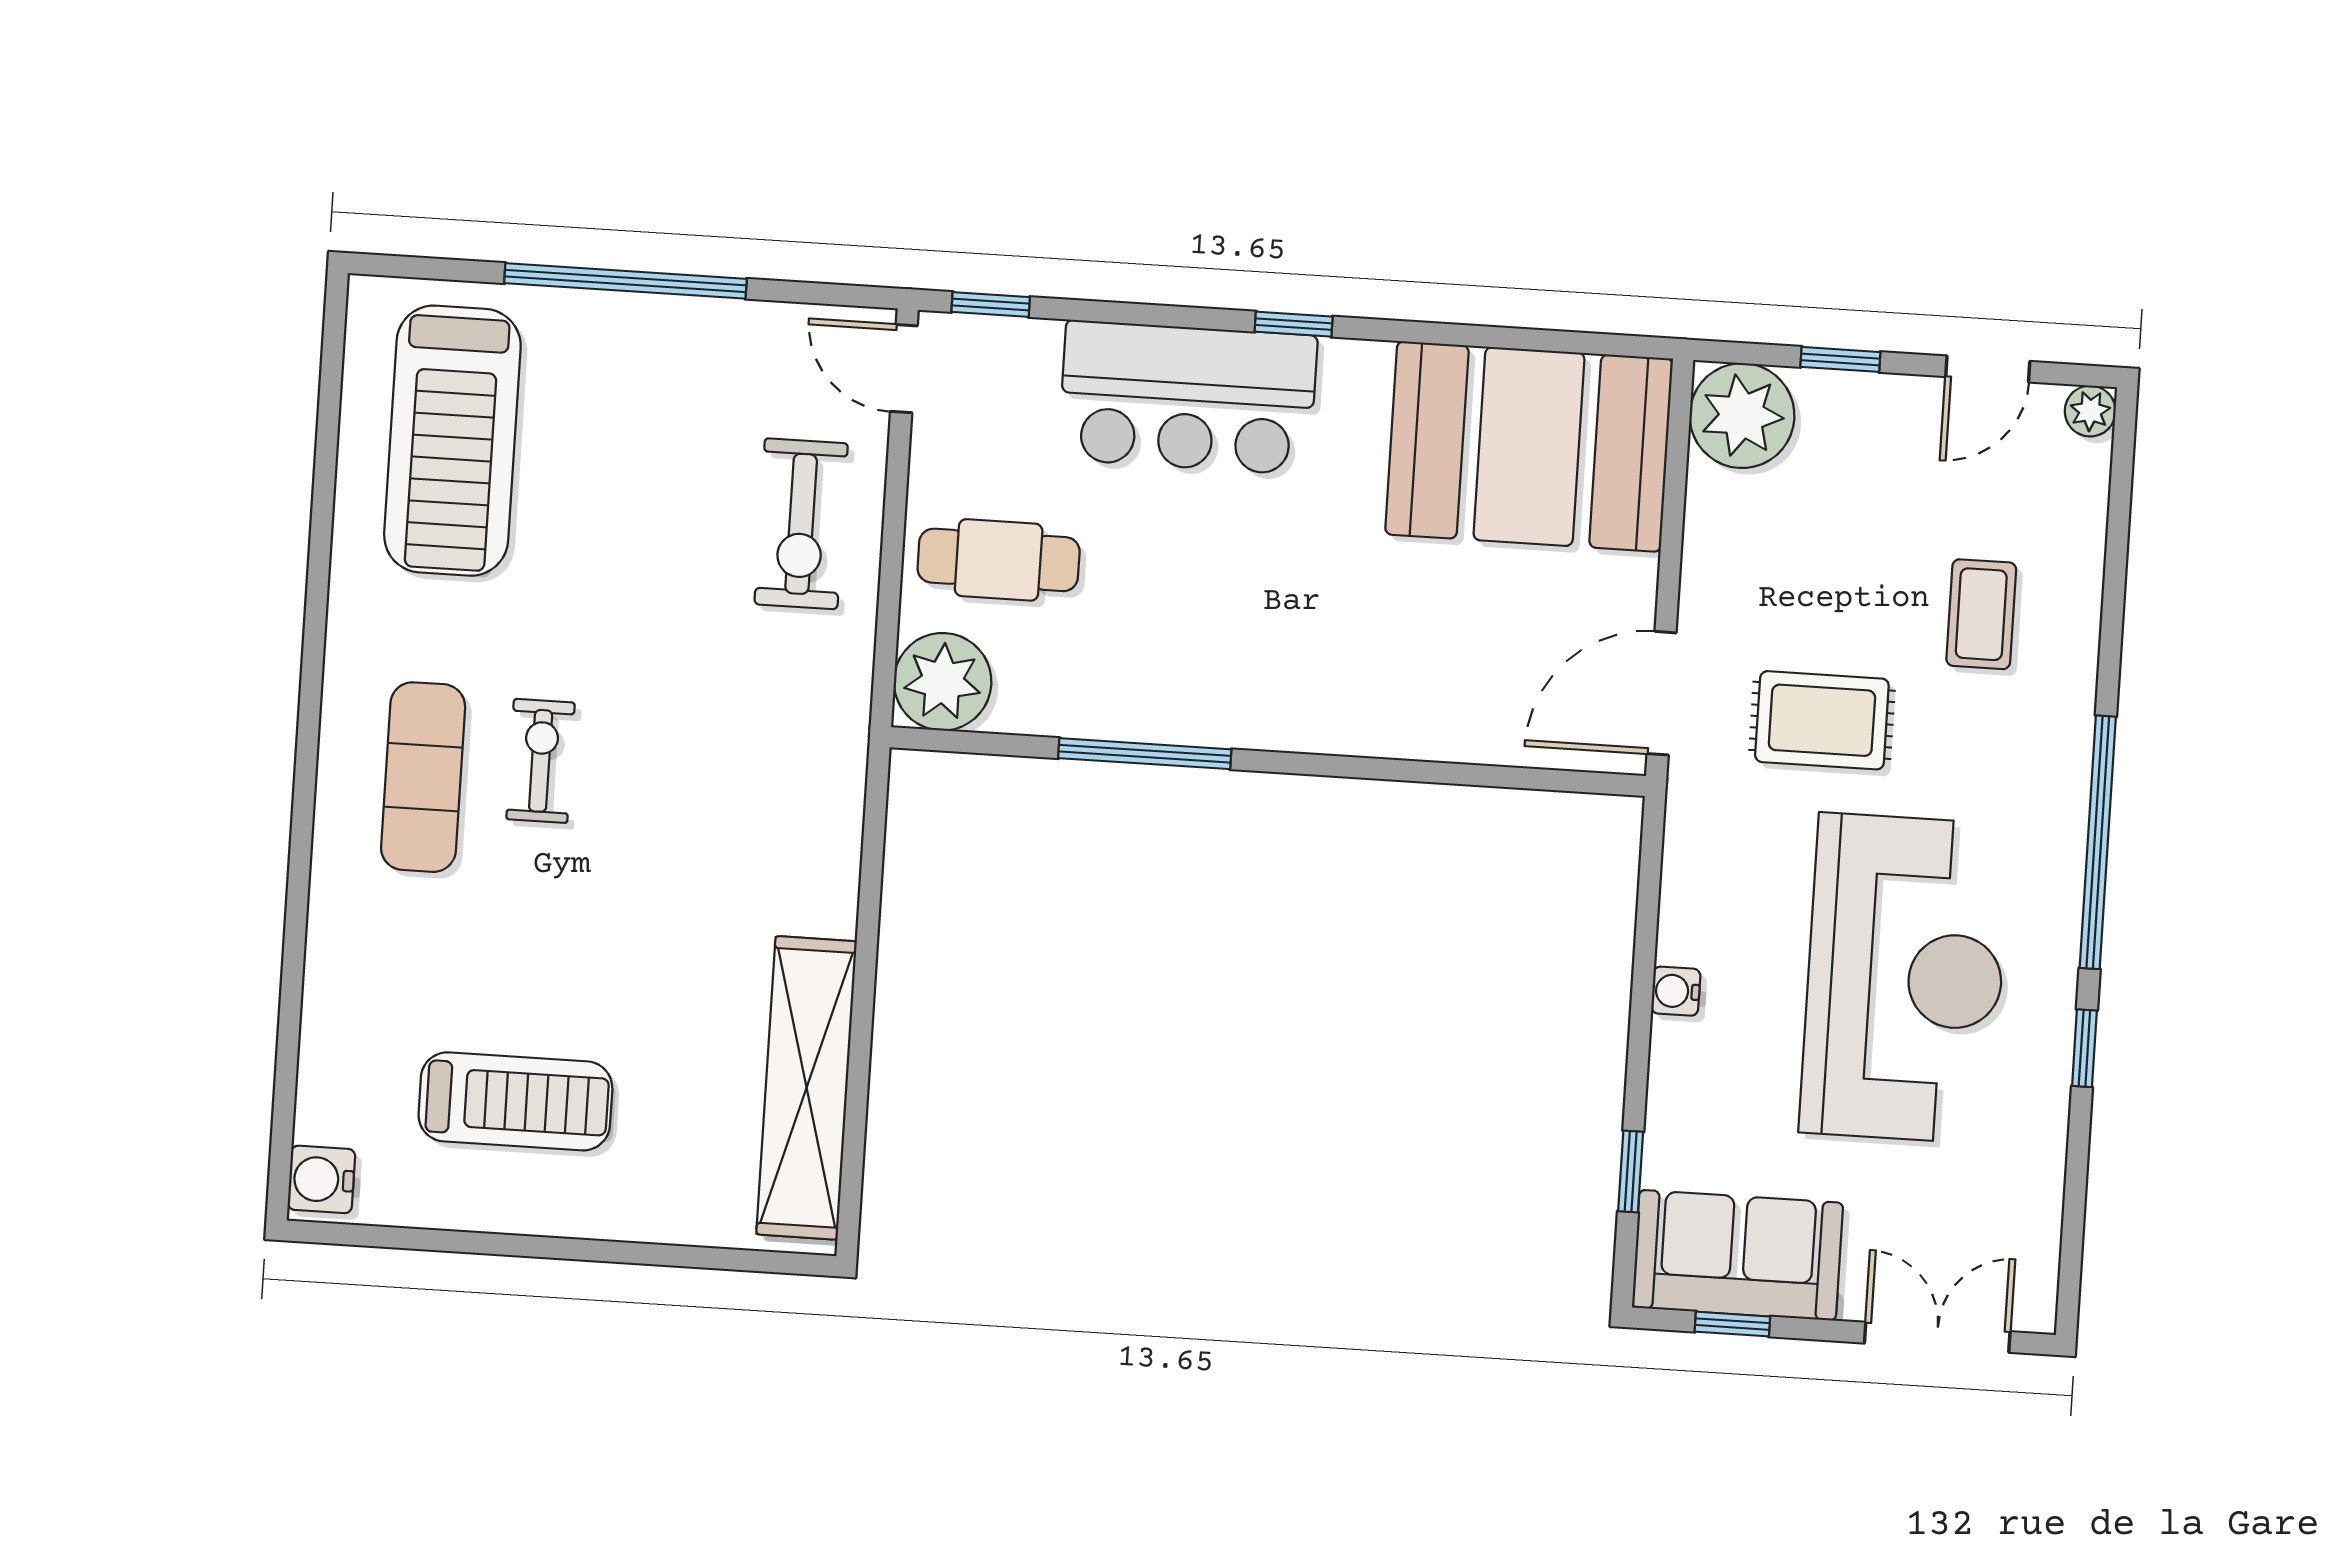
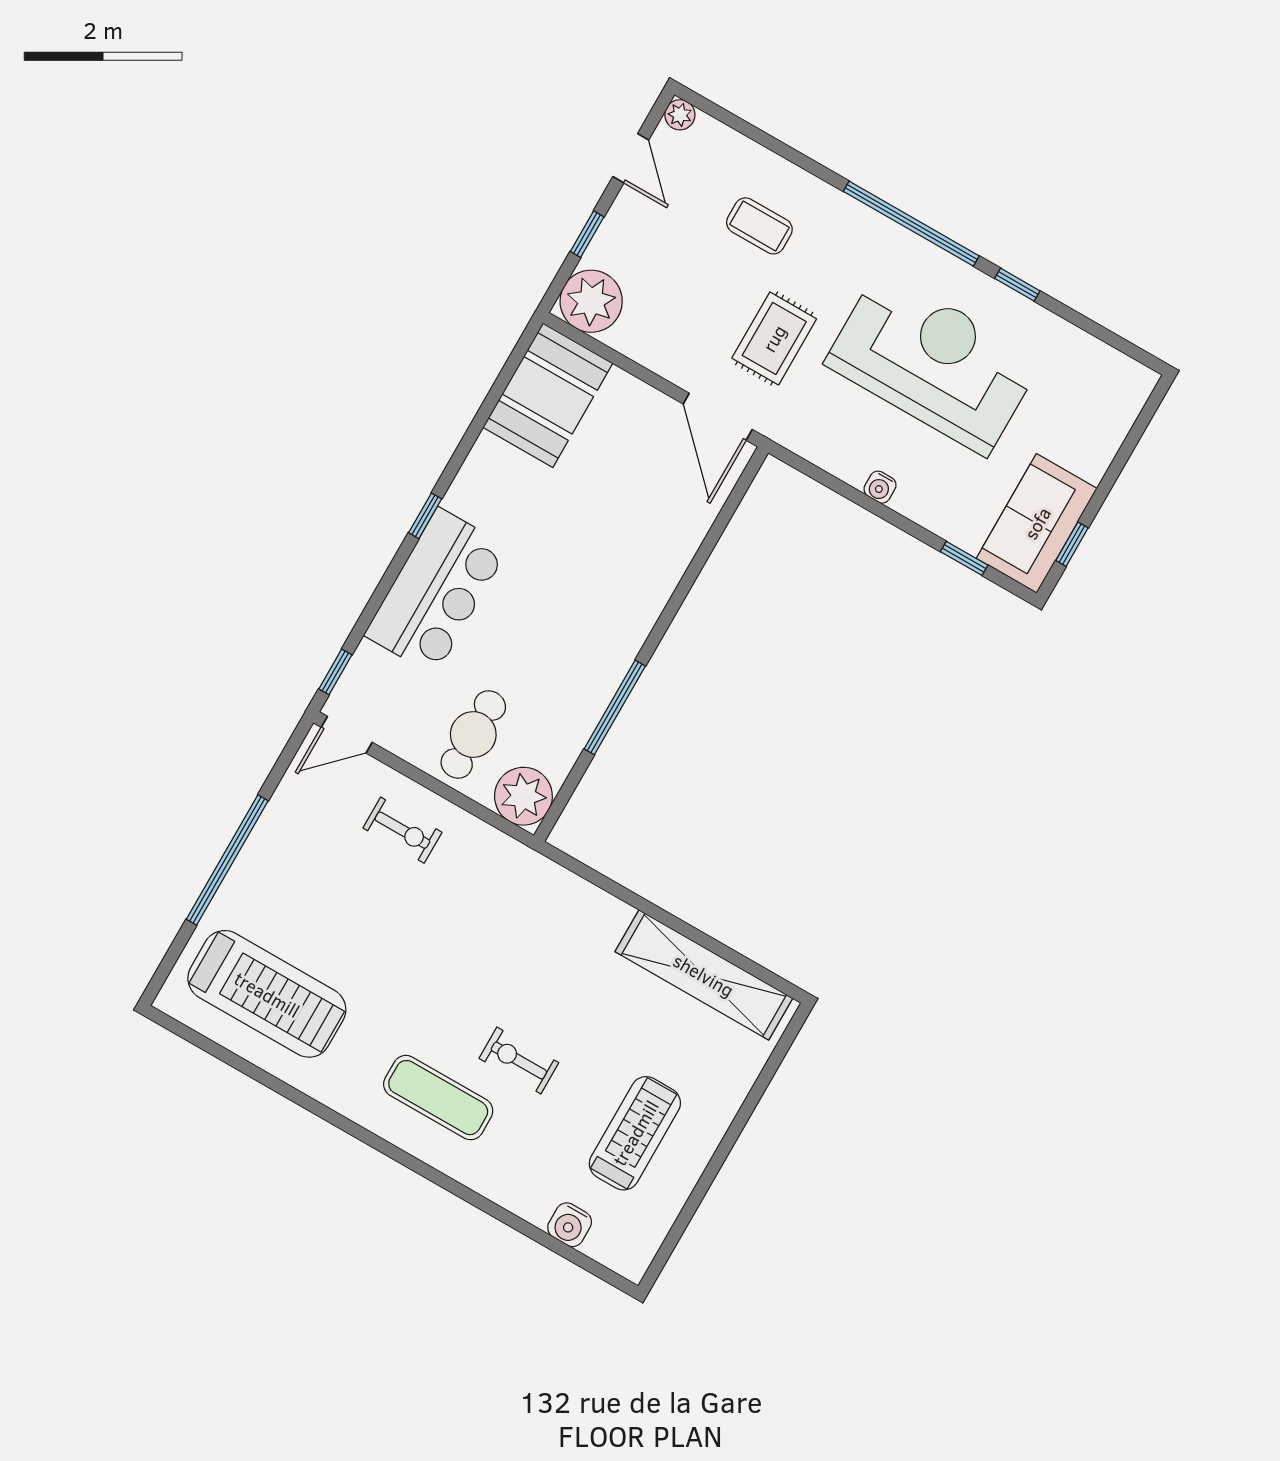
booth: (1529, 446) -> (548, 395), width x0.73, depth x0.70
exercise bike: (801, 524) -> (402, 830), width x0.73, depth x0.72
exercise bike: (541, 761) -> (519, 1061), moved
water cooler: (321, 1179) -> (570, 1225), moved
double door: (1937, 1337) -> (1133, 439), removed

